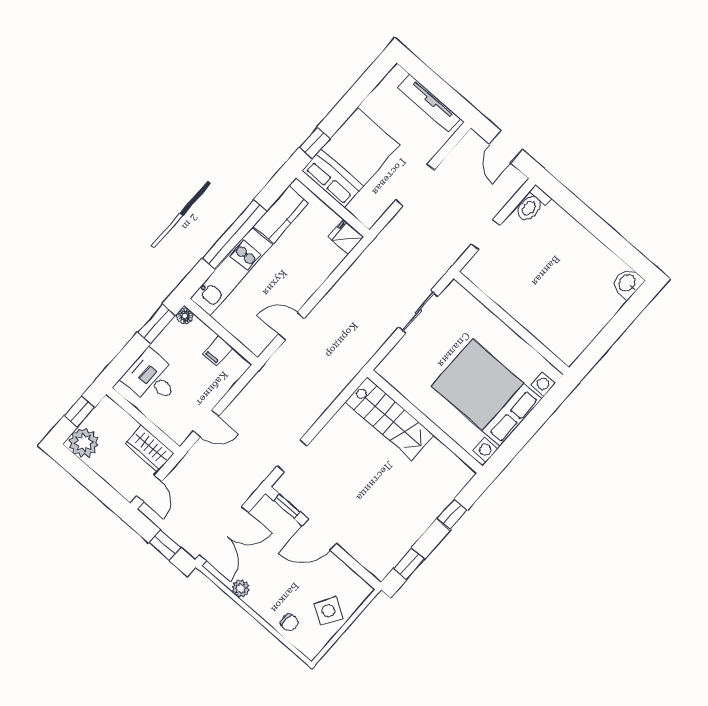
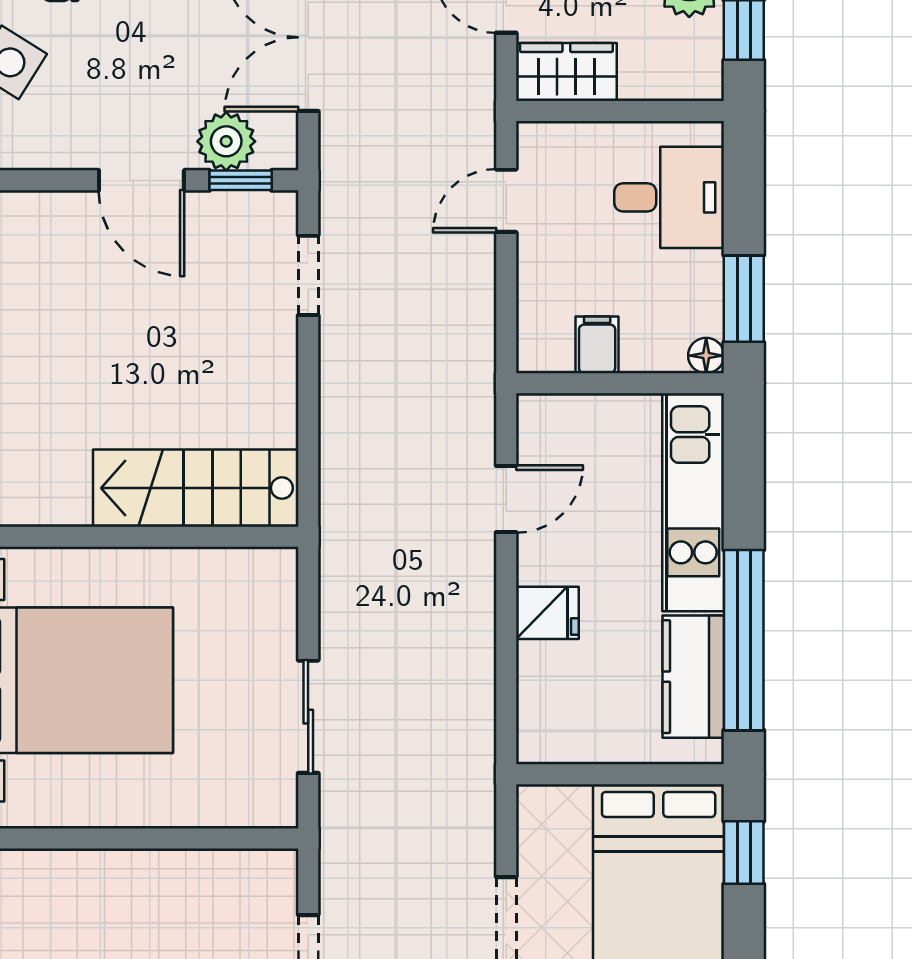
window: (235, 234) -> (744, 640), moved
fridge: (346, 237) -> (547, 613), moved
plant: (280, 523) -> (226, 141), added
door: (319, 535) -> (141, 180), swing flipped

